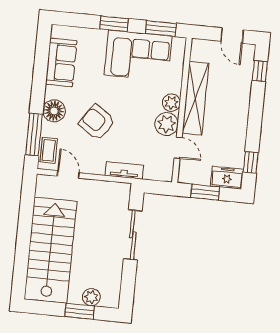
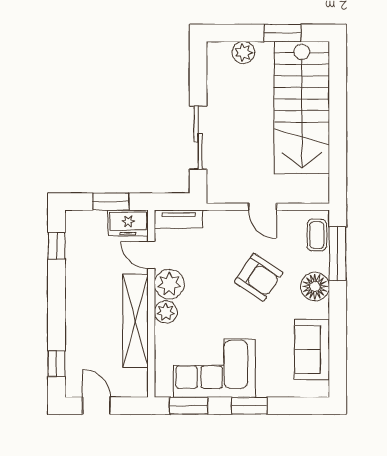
tv unit: (124, 170) -> (178, 219), moved
door: (68, 174) -> (262, 207), moved
freezer: (227, 178) -> (128, 223), moved
window: (80, 311) -> (282, 33), moved

